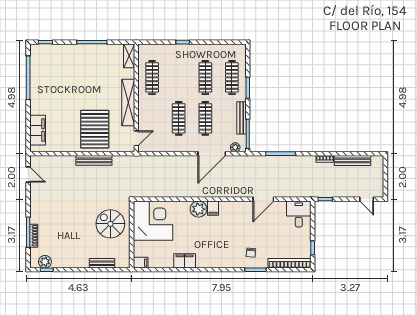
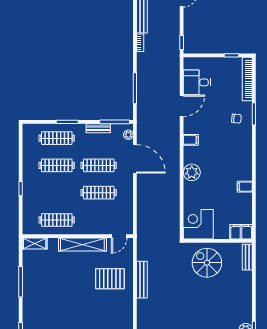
bench: (242, 118) -> (98, 128), width x0.73
pallet: (95, 129) -> (110, 279), width x0.73, depth x0.71
door: (136, 138) -> (119, 236), swing flipped
door: (263, 199) -> (182, 106), hinge flipped
filing cabinet: (213, 208) -> (191, 140), moved
desk: (299, 214) -> (197, 82), moved
corner desk: (153, 221) -> (198, 224), width x0.74, depth x0.74
spiral stairs: (110, 224) -> (207, 263), turned 90
filing cabinet: (185, 261) -> (245, 187), width x0.50
bench: (102, 263) -> (247, 257), moved
filing cabinet: (141, 263) -> (241, 232), width x2.00

